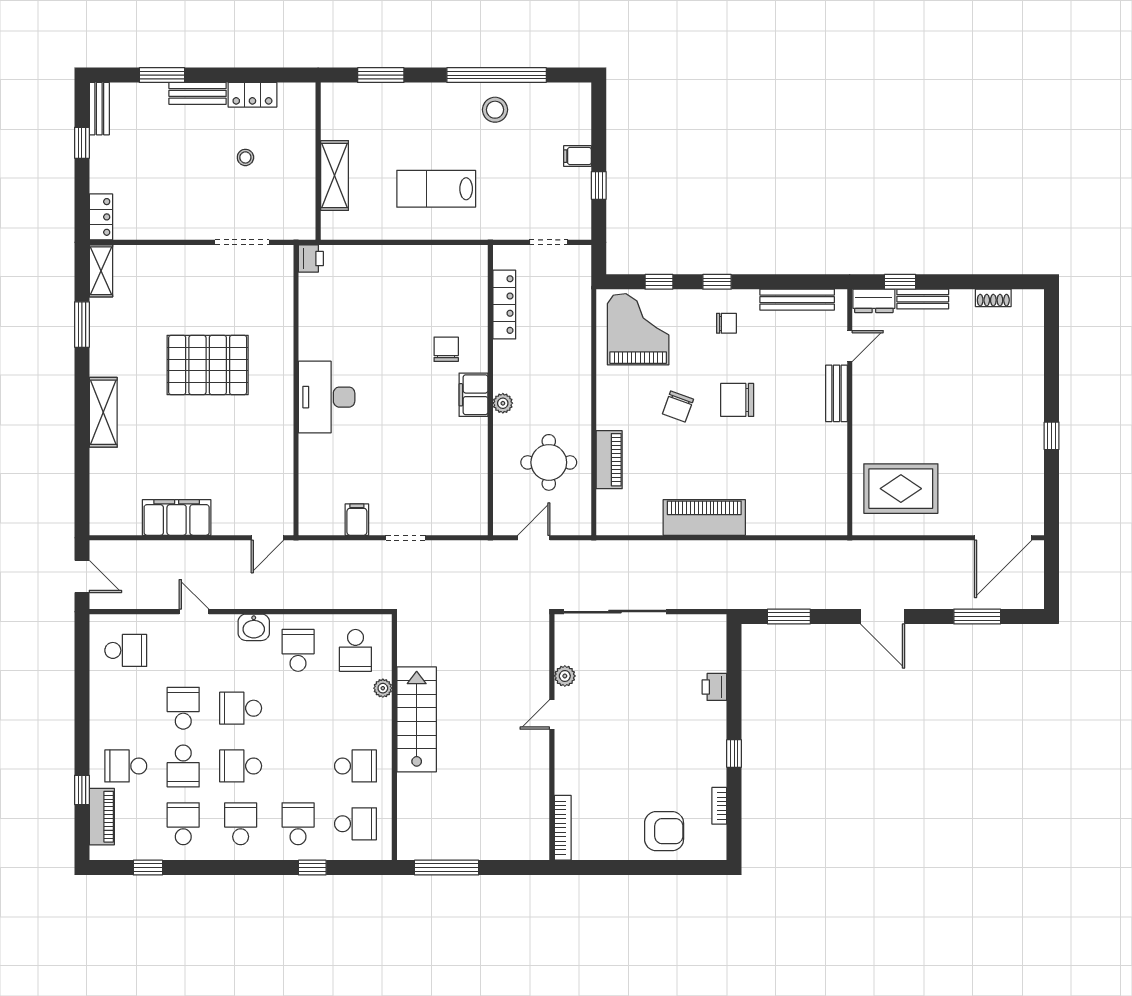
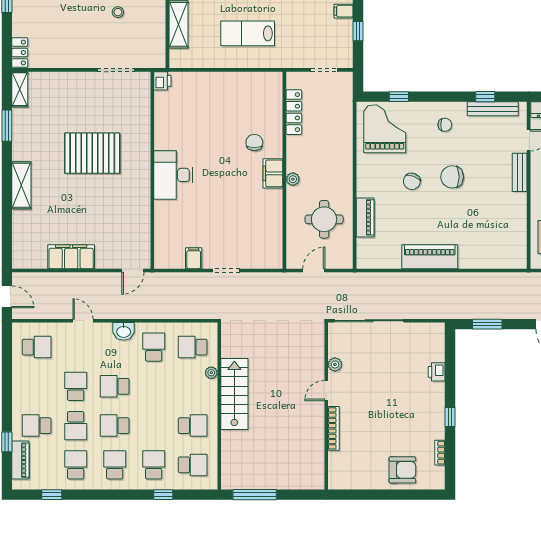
window: (717, 282) -> (485, 97), moved
school desk: (355, 650) -> (193, 347), turned 90
bookcase: (563, 828) -> (334, 428), moved

